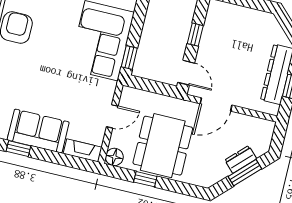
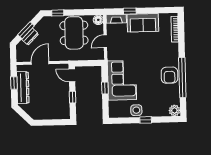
window: (129, 58) -> (105, 88), moved
door: (216, 104) -> (40, 63), moved
window: (18, 149) -> (130, 11), moved
window: (145, 179) -> (58, 13), moved

